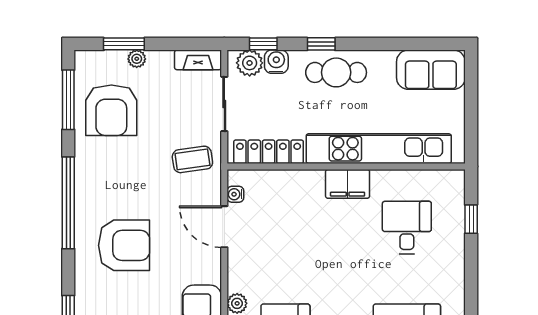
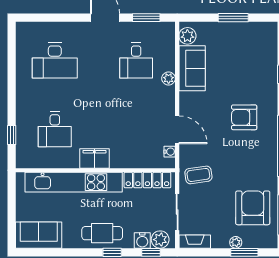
armchair: (124, 245) -> (244, 117), width x0.73, depth x0.73

